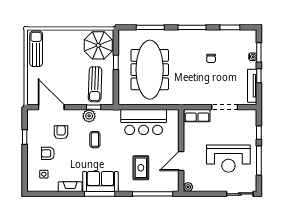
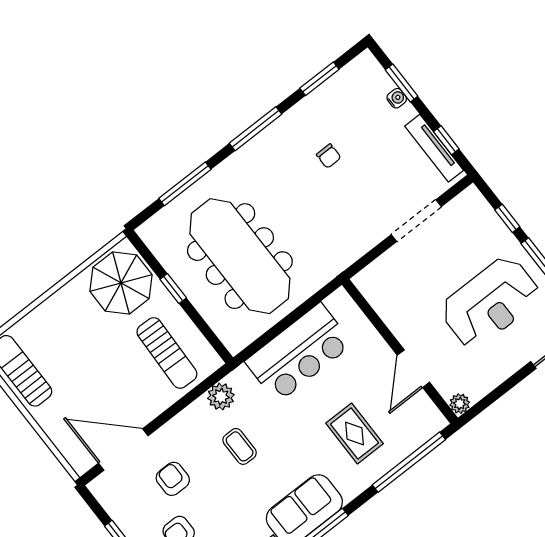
window: (259, 76) -> (446, 140), moved
window: (94, 107) -> (195, 393), removed
plant: (89, 116) -> (221, 397), moved
row of seats: (197, 116) -> (381, 271), removed

